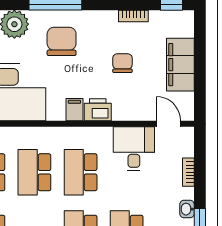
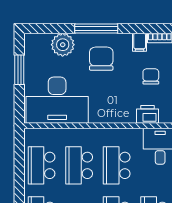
filing cabinet: (74, 110) -> (140, 42), moved, turned 180
printer: (98, 110) -> (148, 114), moved

